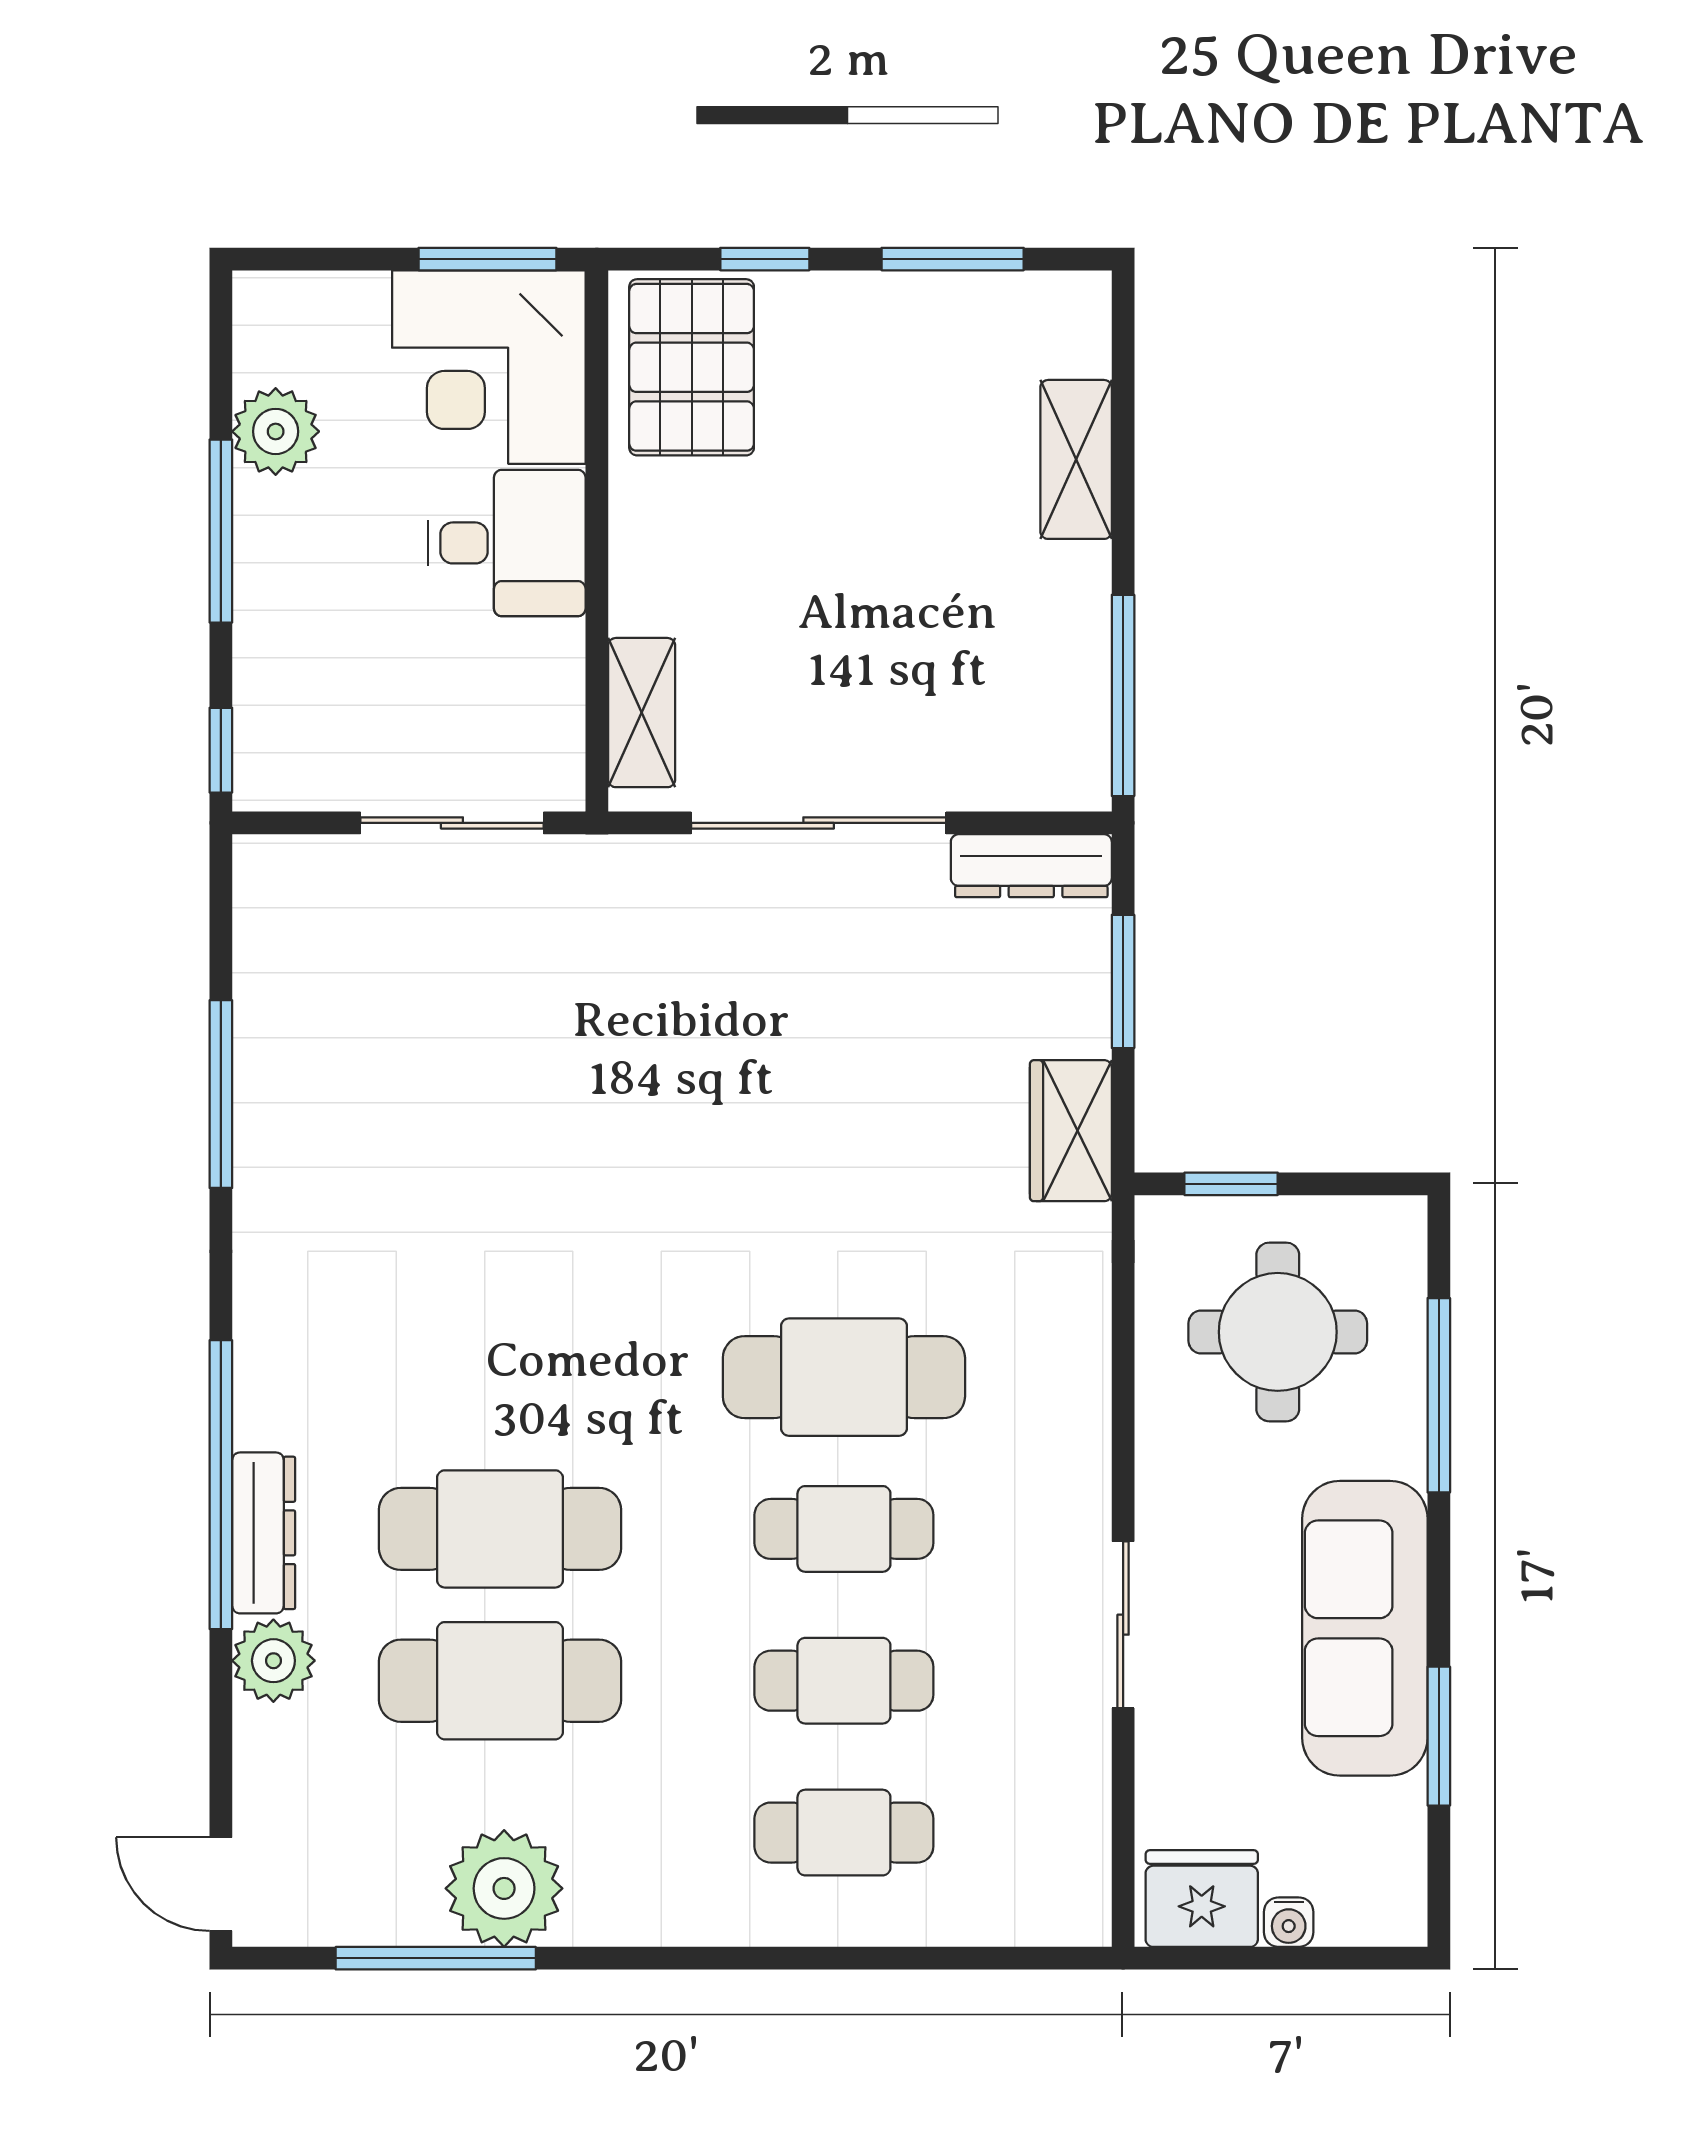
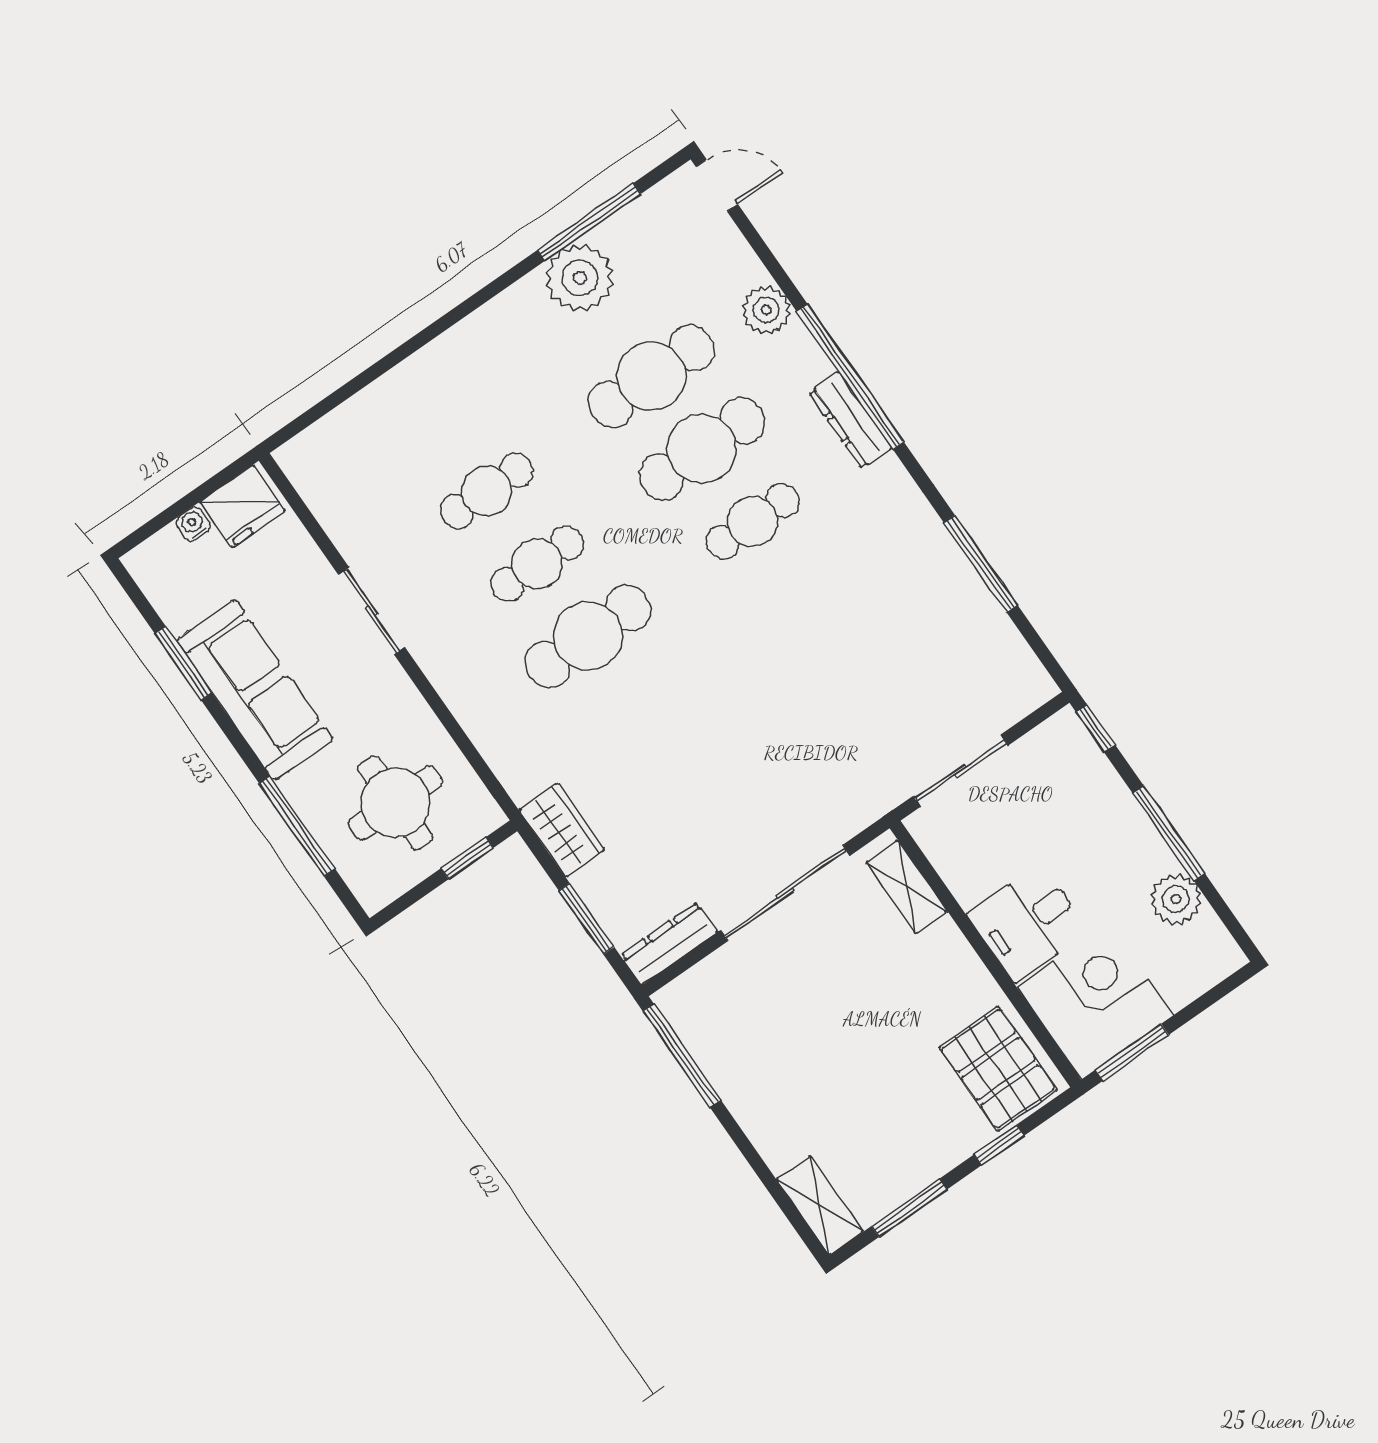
shelving: (1076, 459) -> (820, 1205), moved
dresser: (264, 1533) -> (850, 420), moved
cafe table: (844, 1833) -> (753, 521), moved

